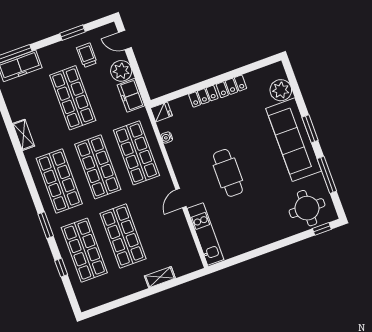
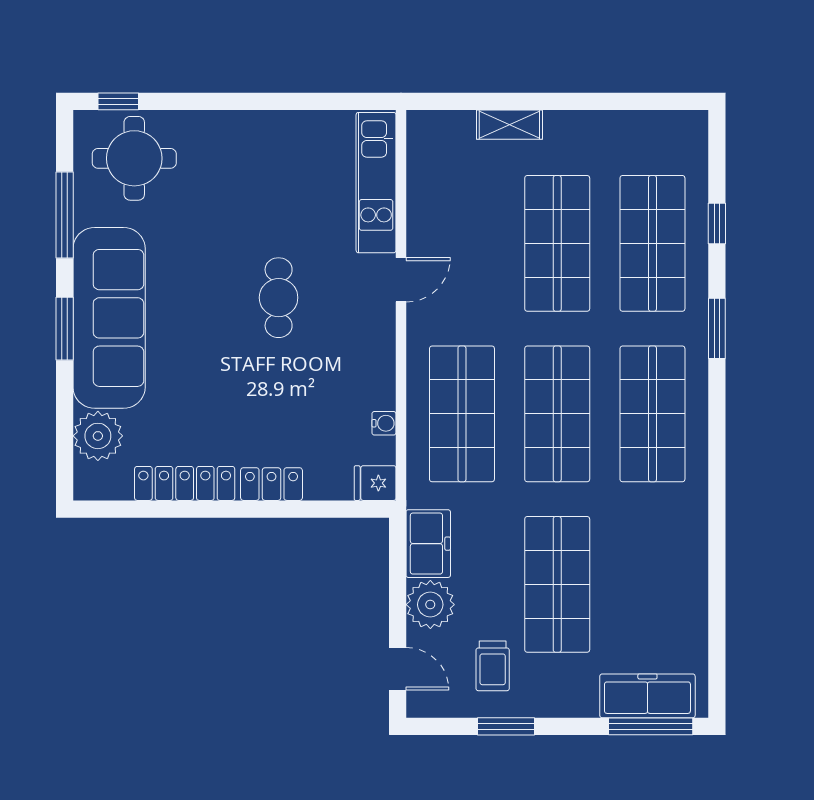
locker: (231, 86) -> (185, 483), width x1.53
shelving: (24, 135) -> (693, 543), removed
cafe table: (228, 173) -> (279, 298), width x0.73, depth x0.74

